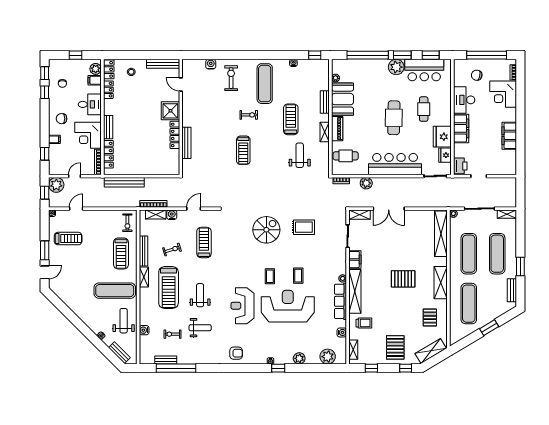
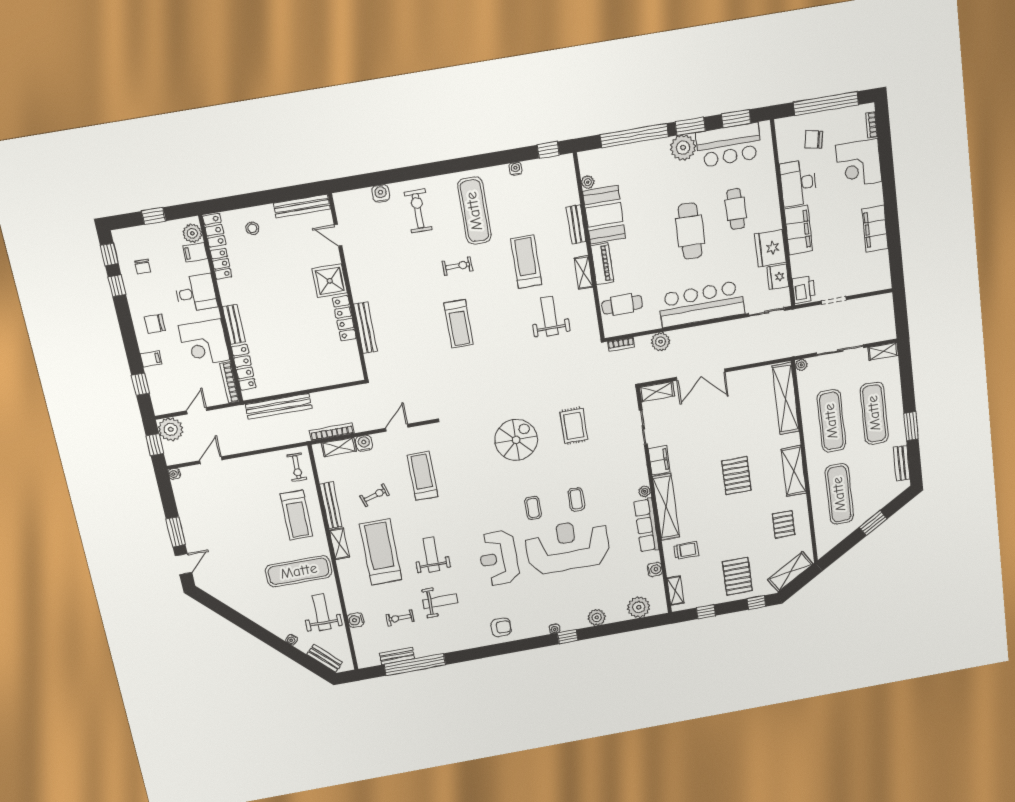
rug: (304, 227) -> (574, 426), turned 90
treadmill: (68, 239) -> (209, 508), removed
pallet: (403, 279) -> (736, 476), turned 90
treadmill: (169, 288) -> (381, 552), turned 180

